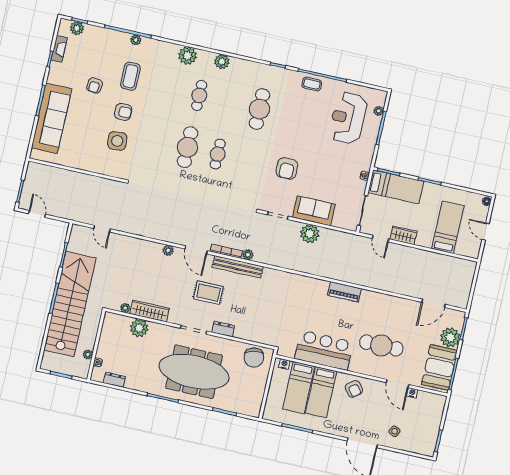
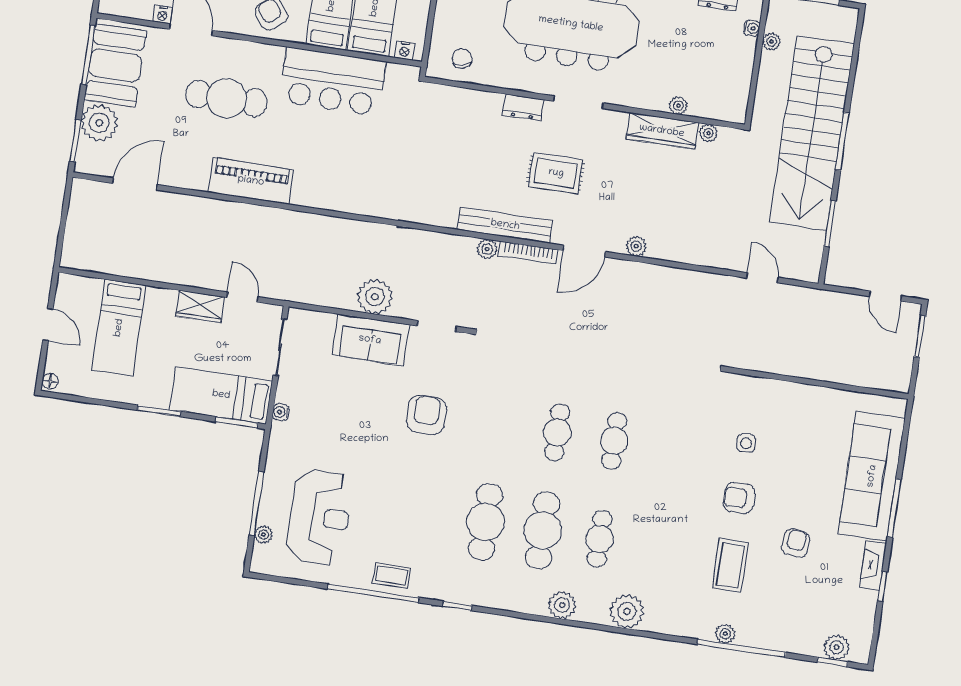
fireplace: (59, 49) -> (873, 565), moved
cafe table: (229, 102) -> (543, 530), added
side table: (117, 141) -> (746, 443), width x0.54, depth x0.54
cafe table: (188, 147) -> (614, 441), width x0.73, depth x0.74
door: (196, 250) -> (584, 251), swing flipped
piano: (344, 292) -> (251, 181), moved, width x1.37, depth x1.33
plant: (139, 328) -> (678, 106), width x0.53, depth x0.53
chair: (254, 358) -> (462, 58), width x0.54, depth x0.54

